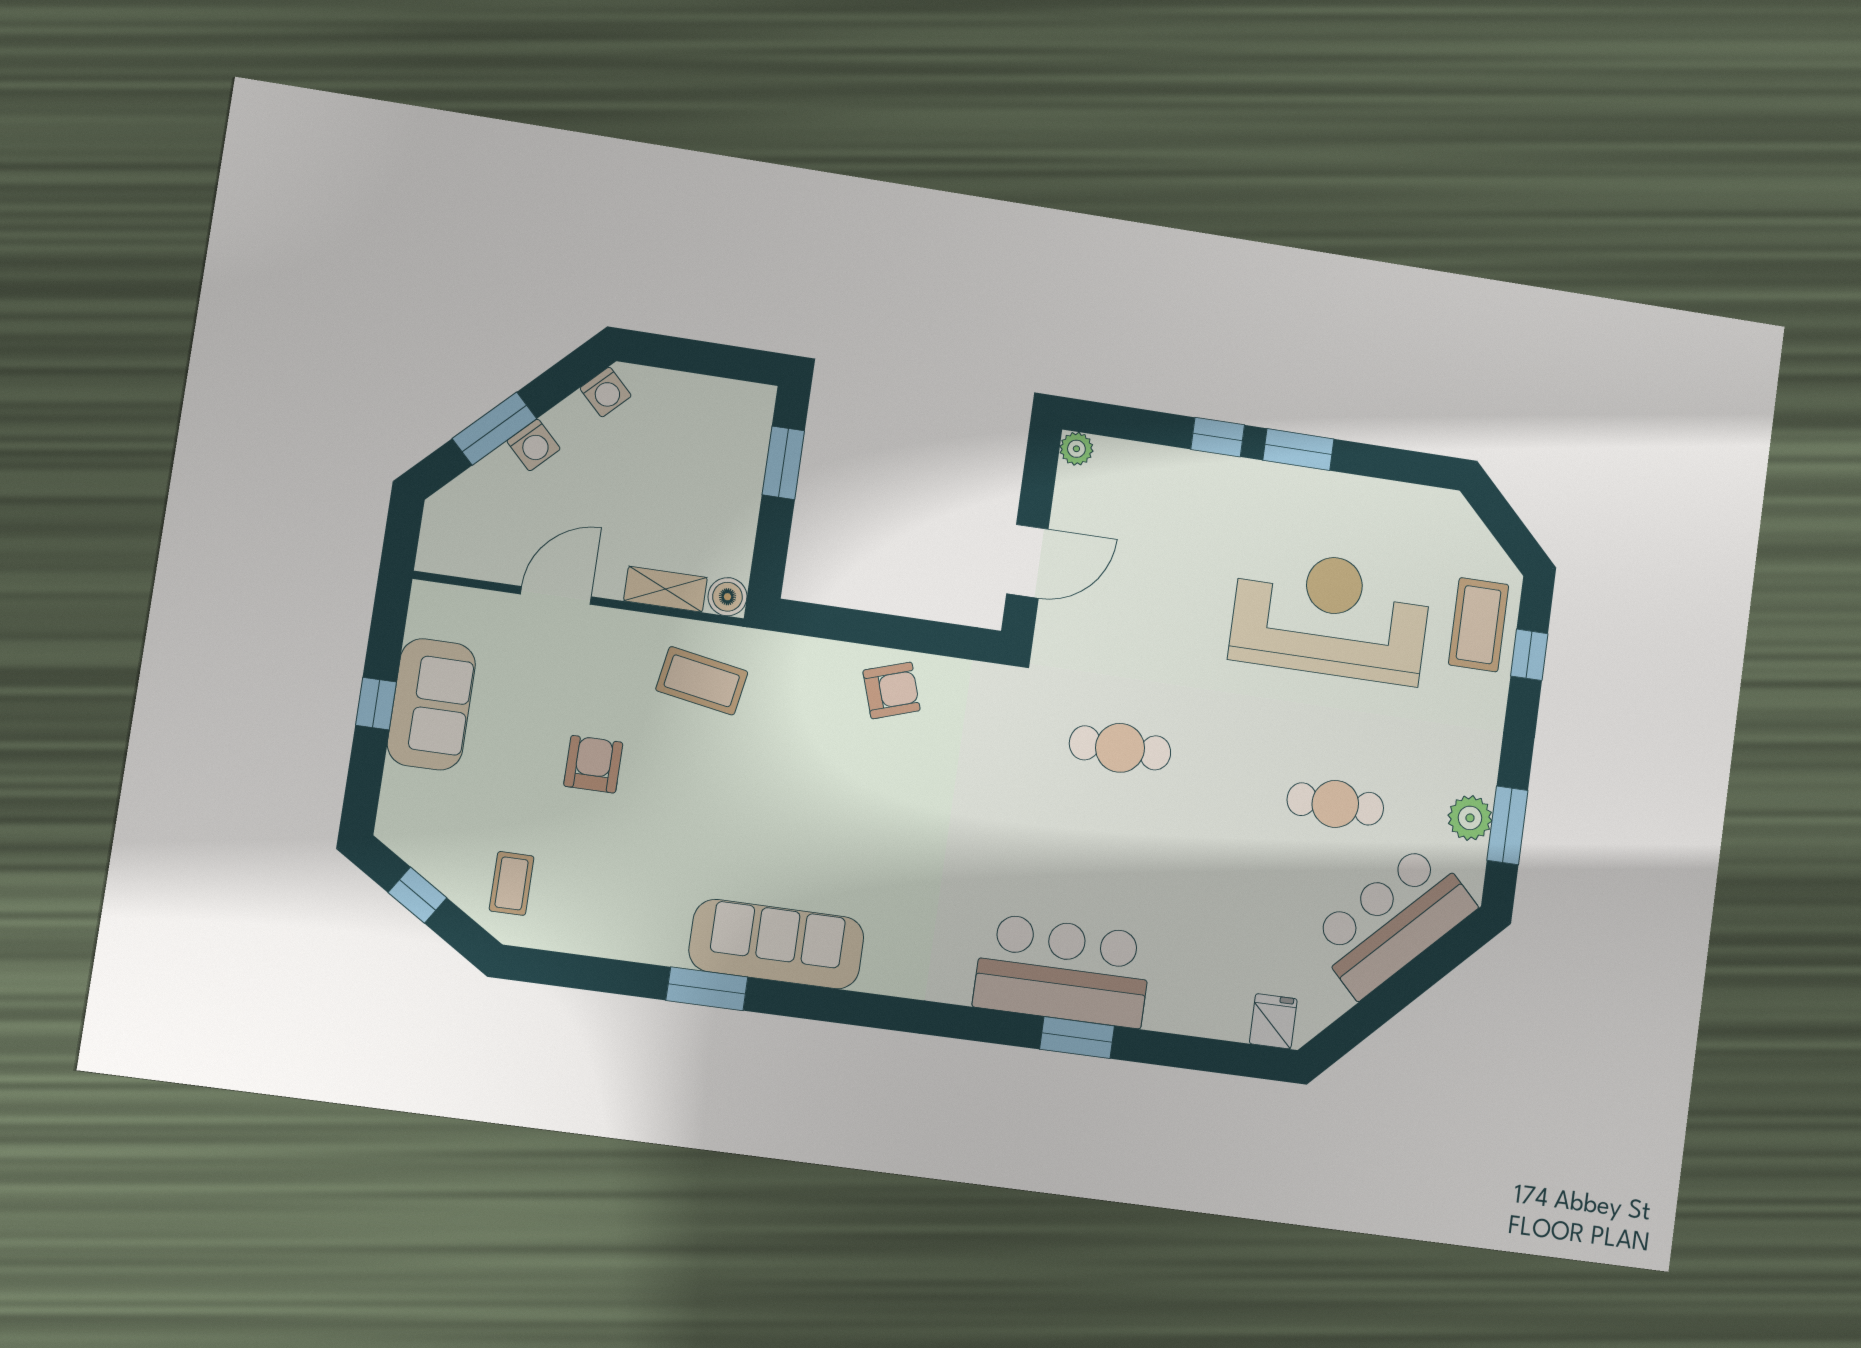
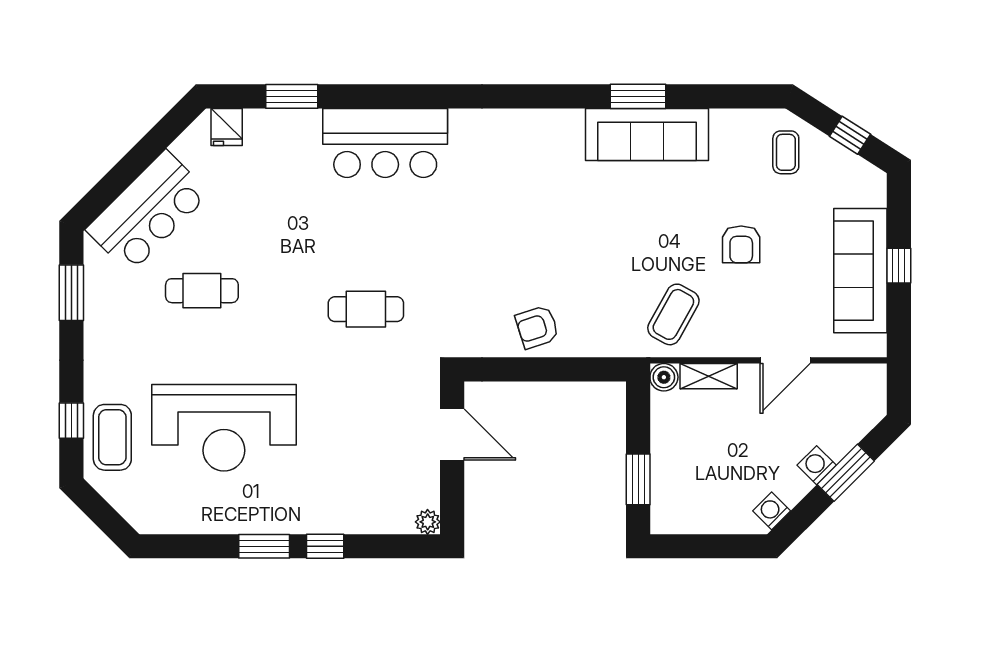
door: (1027, 561) -> (452, 435), swing flipped
coffee table: (702, 681) -> (673, 314), turned -71
sofa: (431, 704) -> (860, 271), width x1.36
plant: (1470, 818) -> (100, 294), removed
sofa: (777, 944) -> (647, 135), moved
window: (1077, 1038) -> (292, 96), moved

